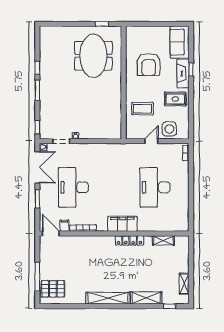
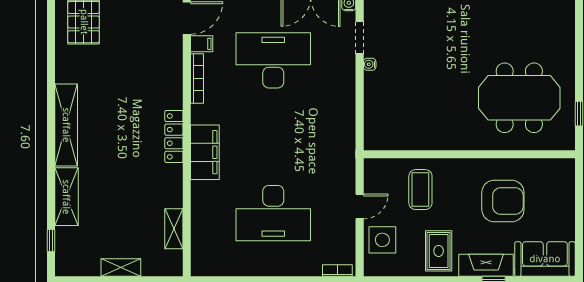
armchair: (149, 65) -> (503, 201), turned 180
door: (151, 141) -> (360, 206), hinge flipped
desk: (155, 187) -> (273, 213), turned 180
locker: (129, 240) -> (174, 136), moved
shelving: (184, 284) -> (121, 268), moved

